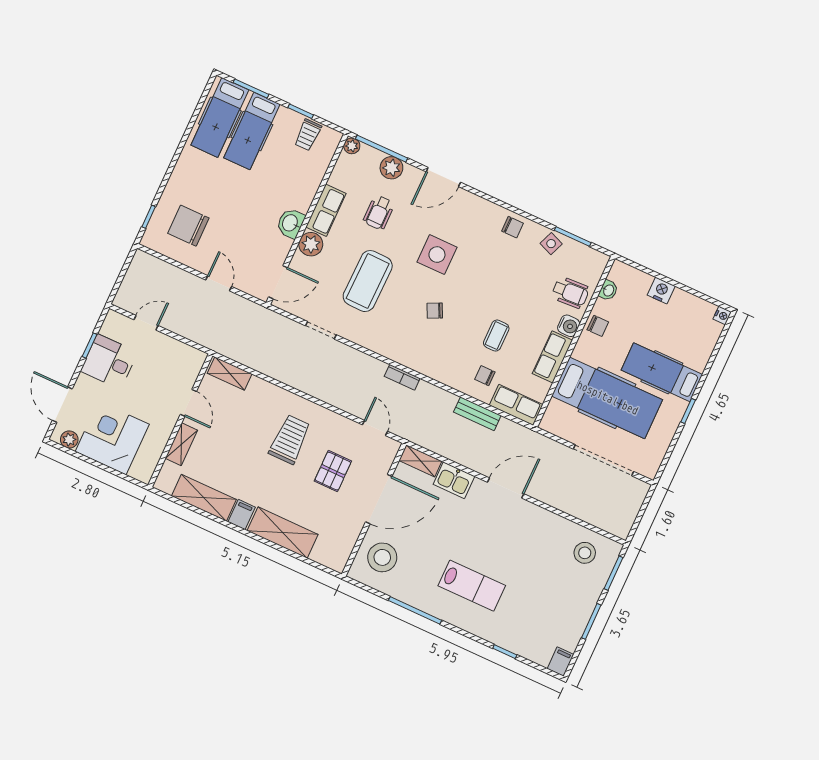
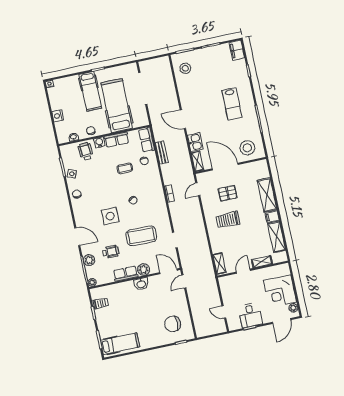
hospital bed: (252, 131) -> (116, 327), removed
chair: (188, 226) -> (173, 324), turned 90
door: (219, 283) -> (184, 281), moved
lab bench: (472, 586) -> (232, 104), turned 180
filing cabinet: (560, 662) -> (237, 50), width x2.00

